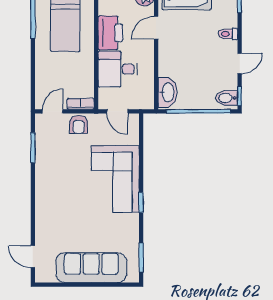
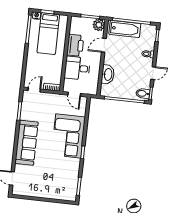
washbasin: (168, 92) -> (108, 74), moved
armchair: (79, 124) -> (49, 100), removed
sofa: (91, 268) -> (27, 143), moved, turned 90

